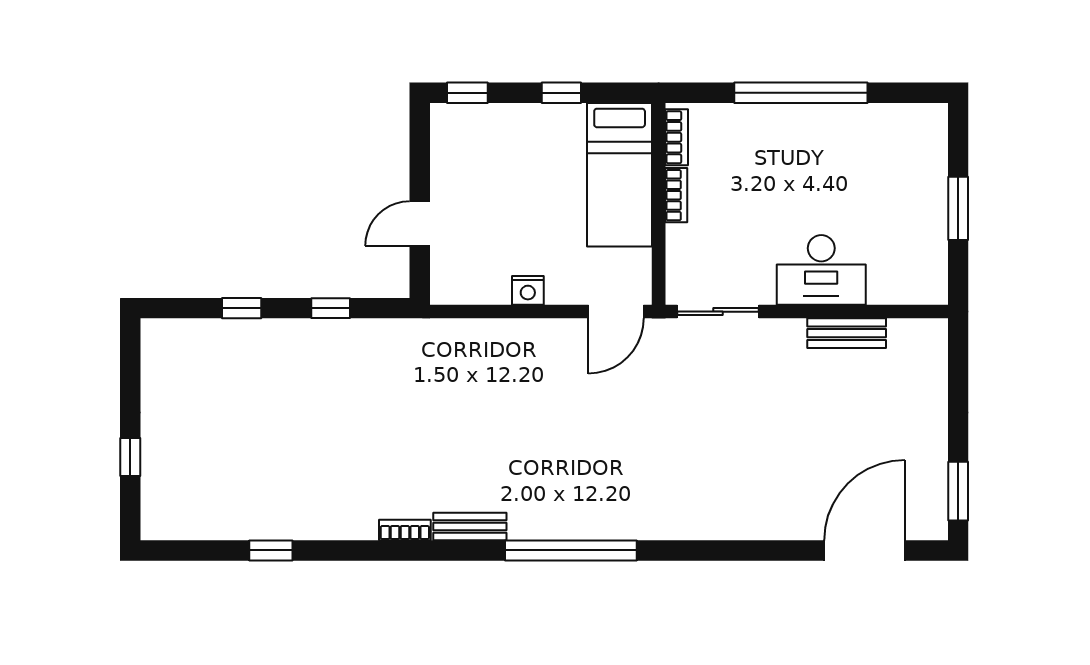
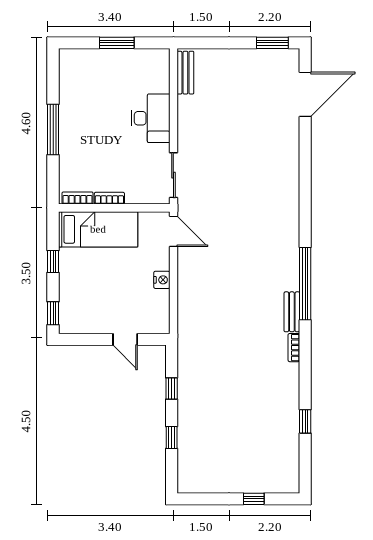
window: (801, 93) -> (53, 129), width x0.68
bench: (847, 333) -> (185, 73), moved
window: (571, 550) -> (305, 284), moved
door: (865, 550) -> (305, 94), swing flipped

